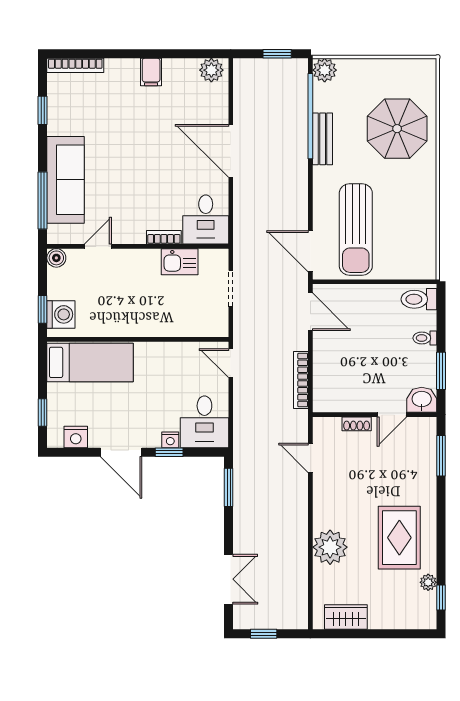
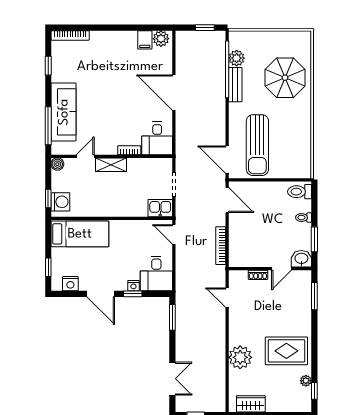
plant: (325, 70) -> (237, 58), moved
filing cabinet: (151, 72) -> (145, 40), moved
shelving: (136, 259) -> (111, 165), added
kitchen sink: (180, 262) -> (160, 208), moved, turned 180
rug: (399, 538) -> (286, 351), turned 90

